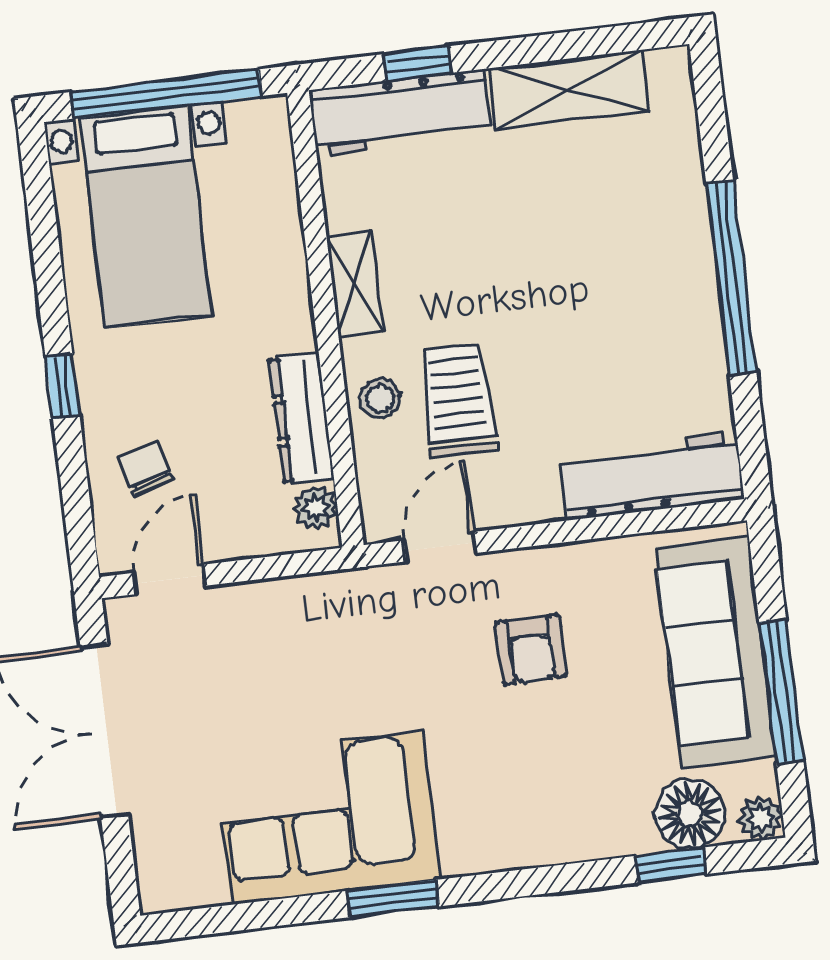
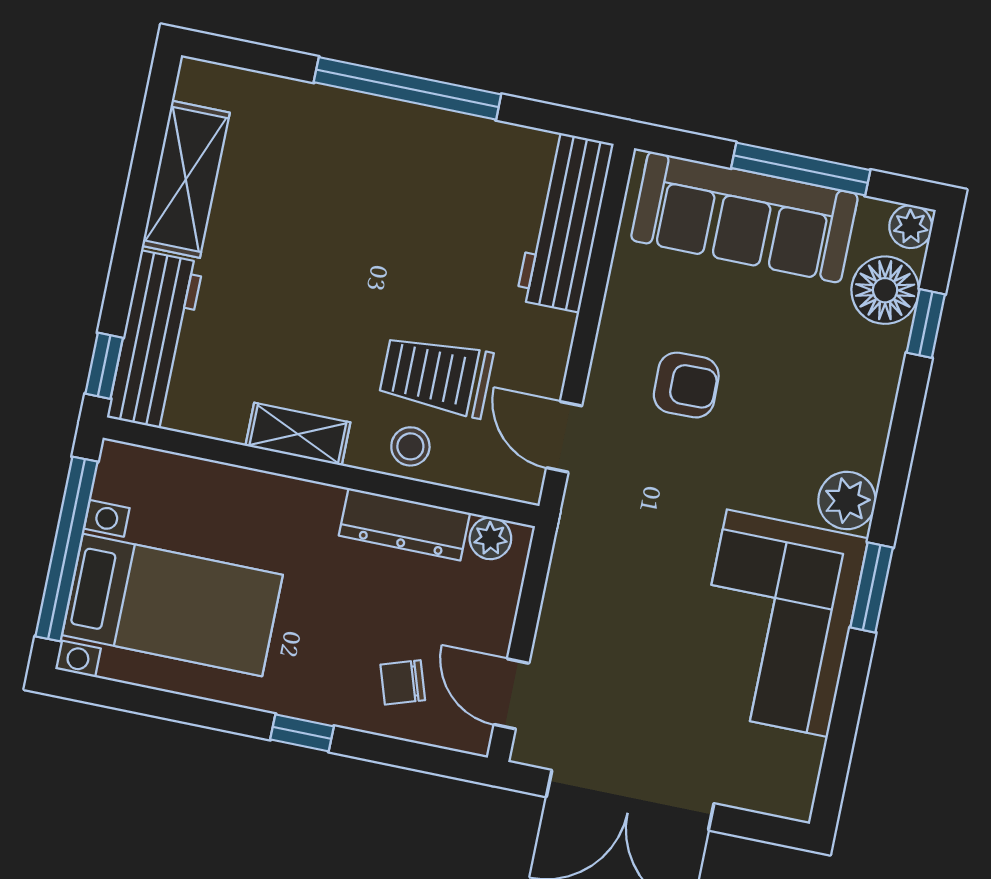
window: (417, 64) -> (104, 366), moved
plant: (470, 846) -> (847, 500), added

